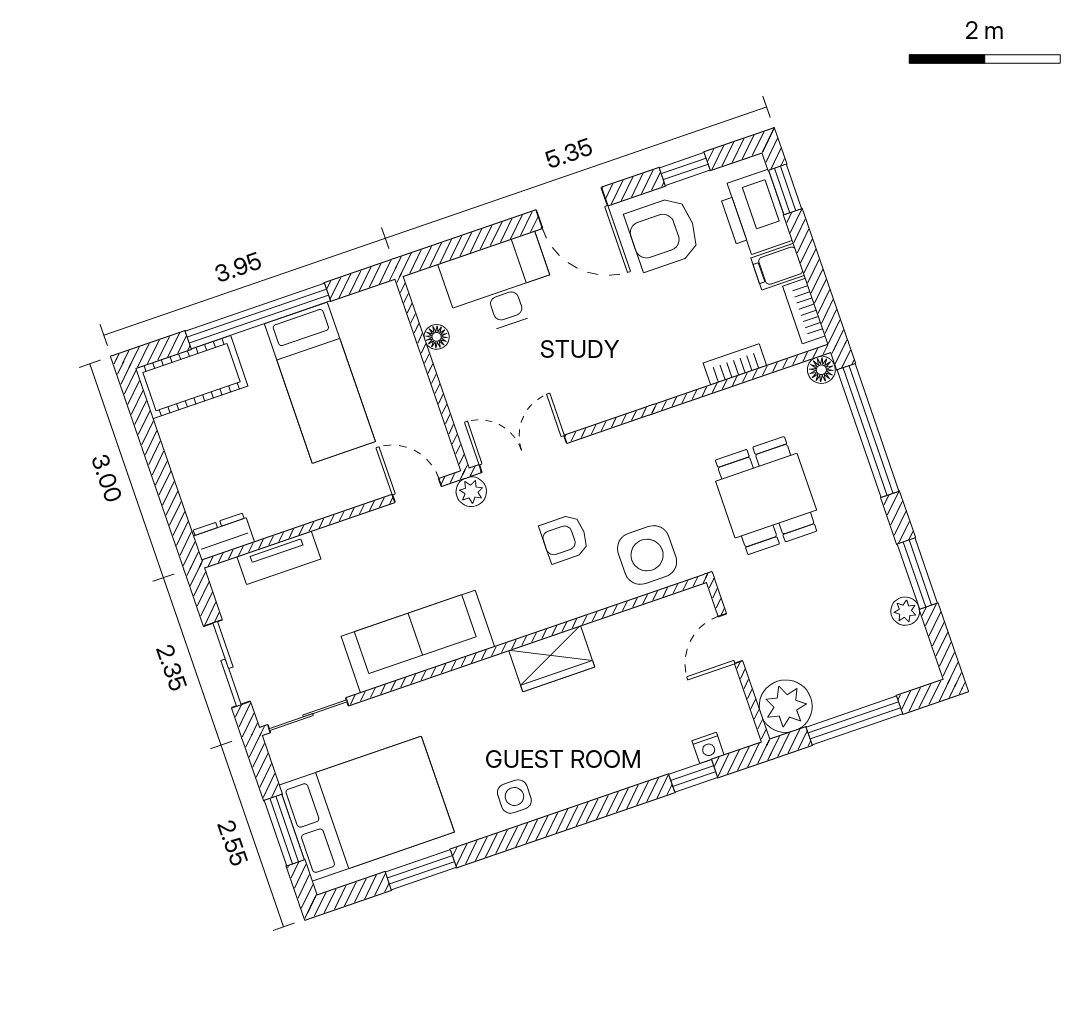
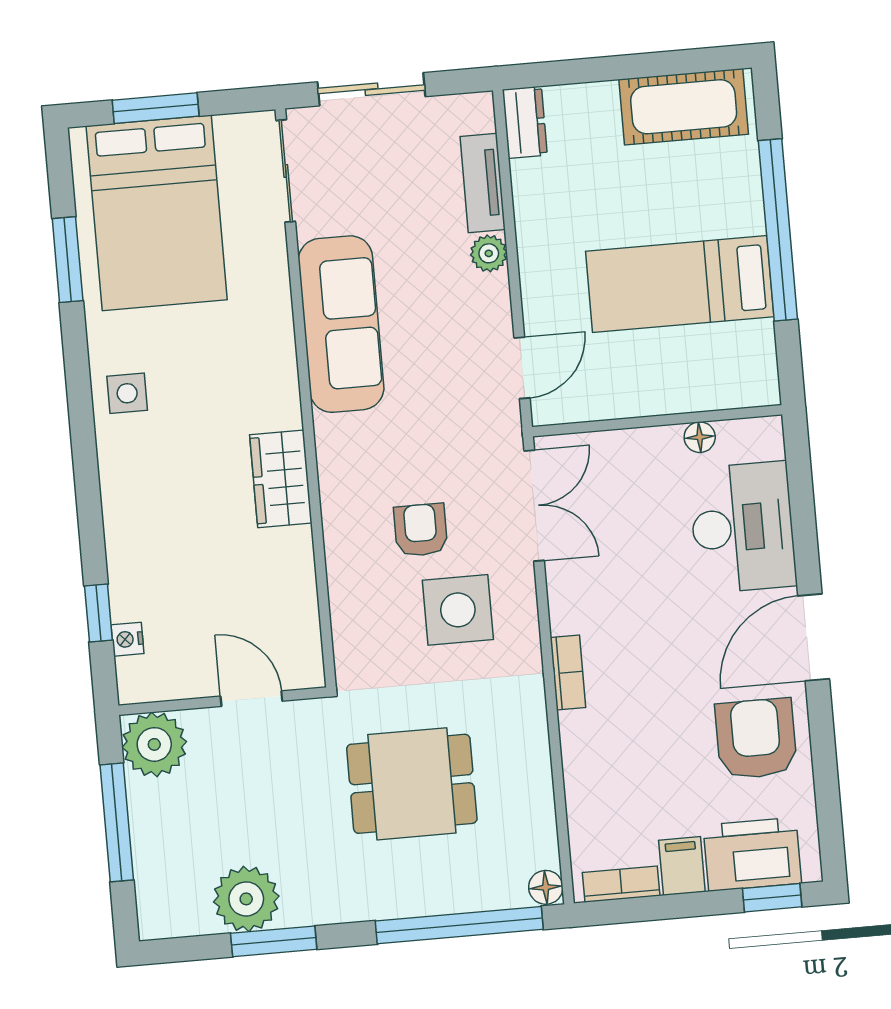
window: (685, 169) -> (826, 784), removed
bookcase: (735, 364) -> (568, 672), moved
cot: (192, 377) -> (684, 107), moved, turned 90
plant: (471, 492) -> (489, 253), moved
side table: (647, 555) -> (458, 610), moved
plant: (905, 611) -> (246, 899), width x1.88, depth x1.88

